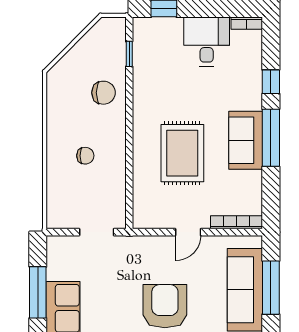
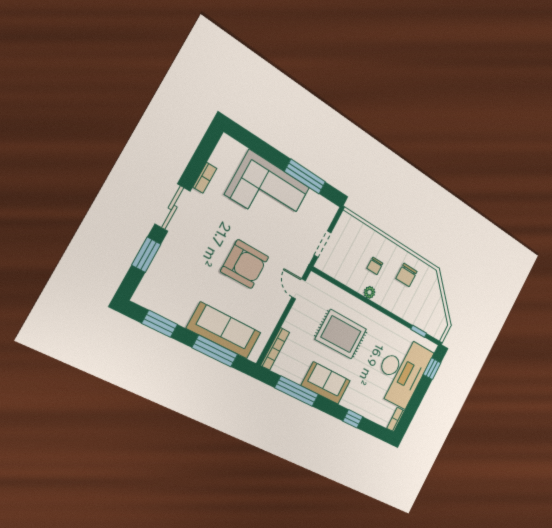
desk: (207, 42) -> (402, 371), width x1.87, depth x1.30
chair: (104, 93) -> (407, 275), moved
window: (271, 138) -> (297, 391), moved
plant: (118, 145) -> (369, 292), added
door: (188, 232) -> (299, 289), moved

